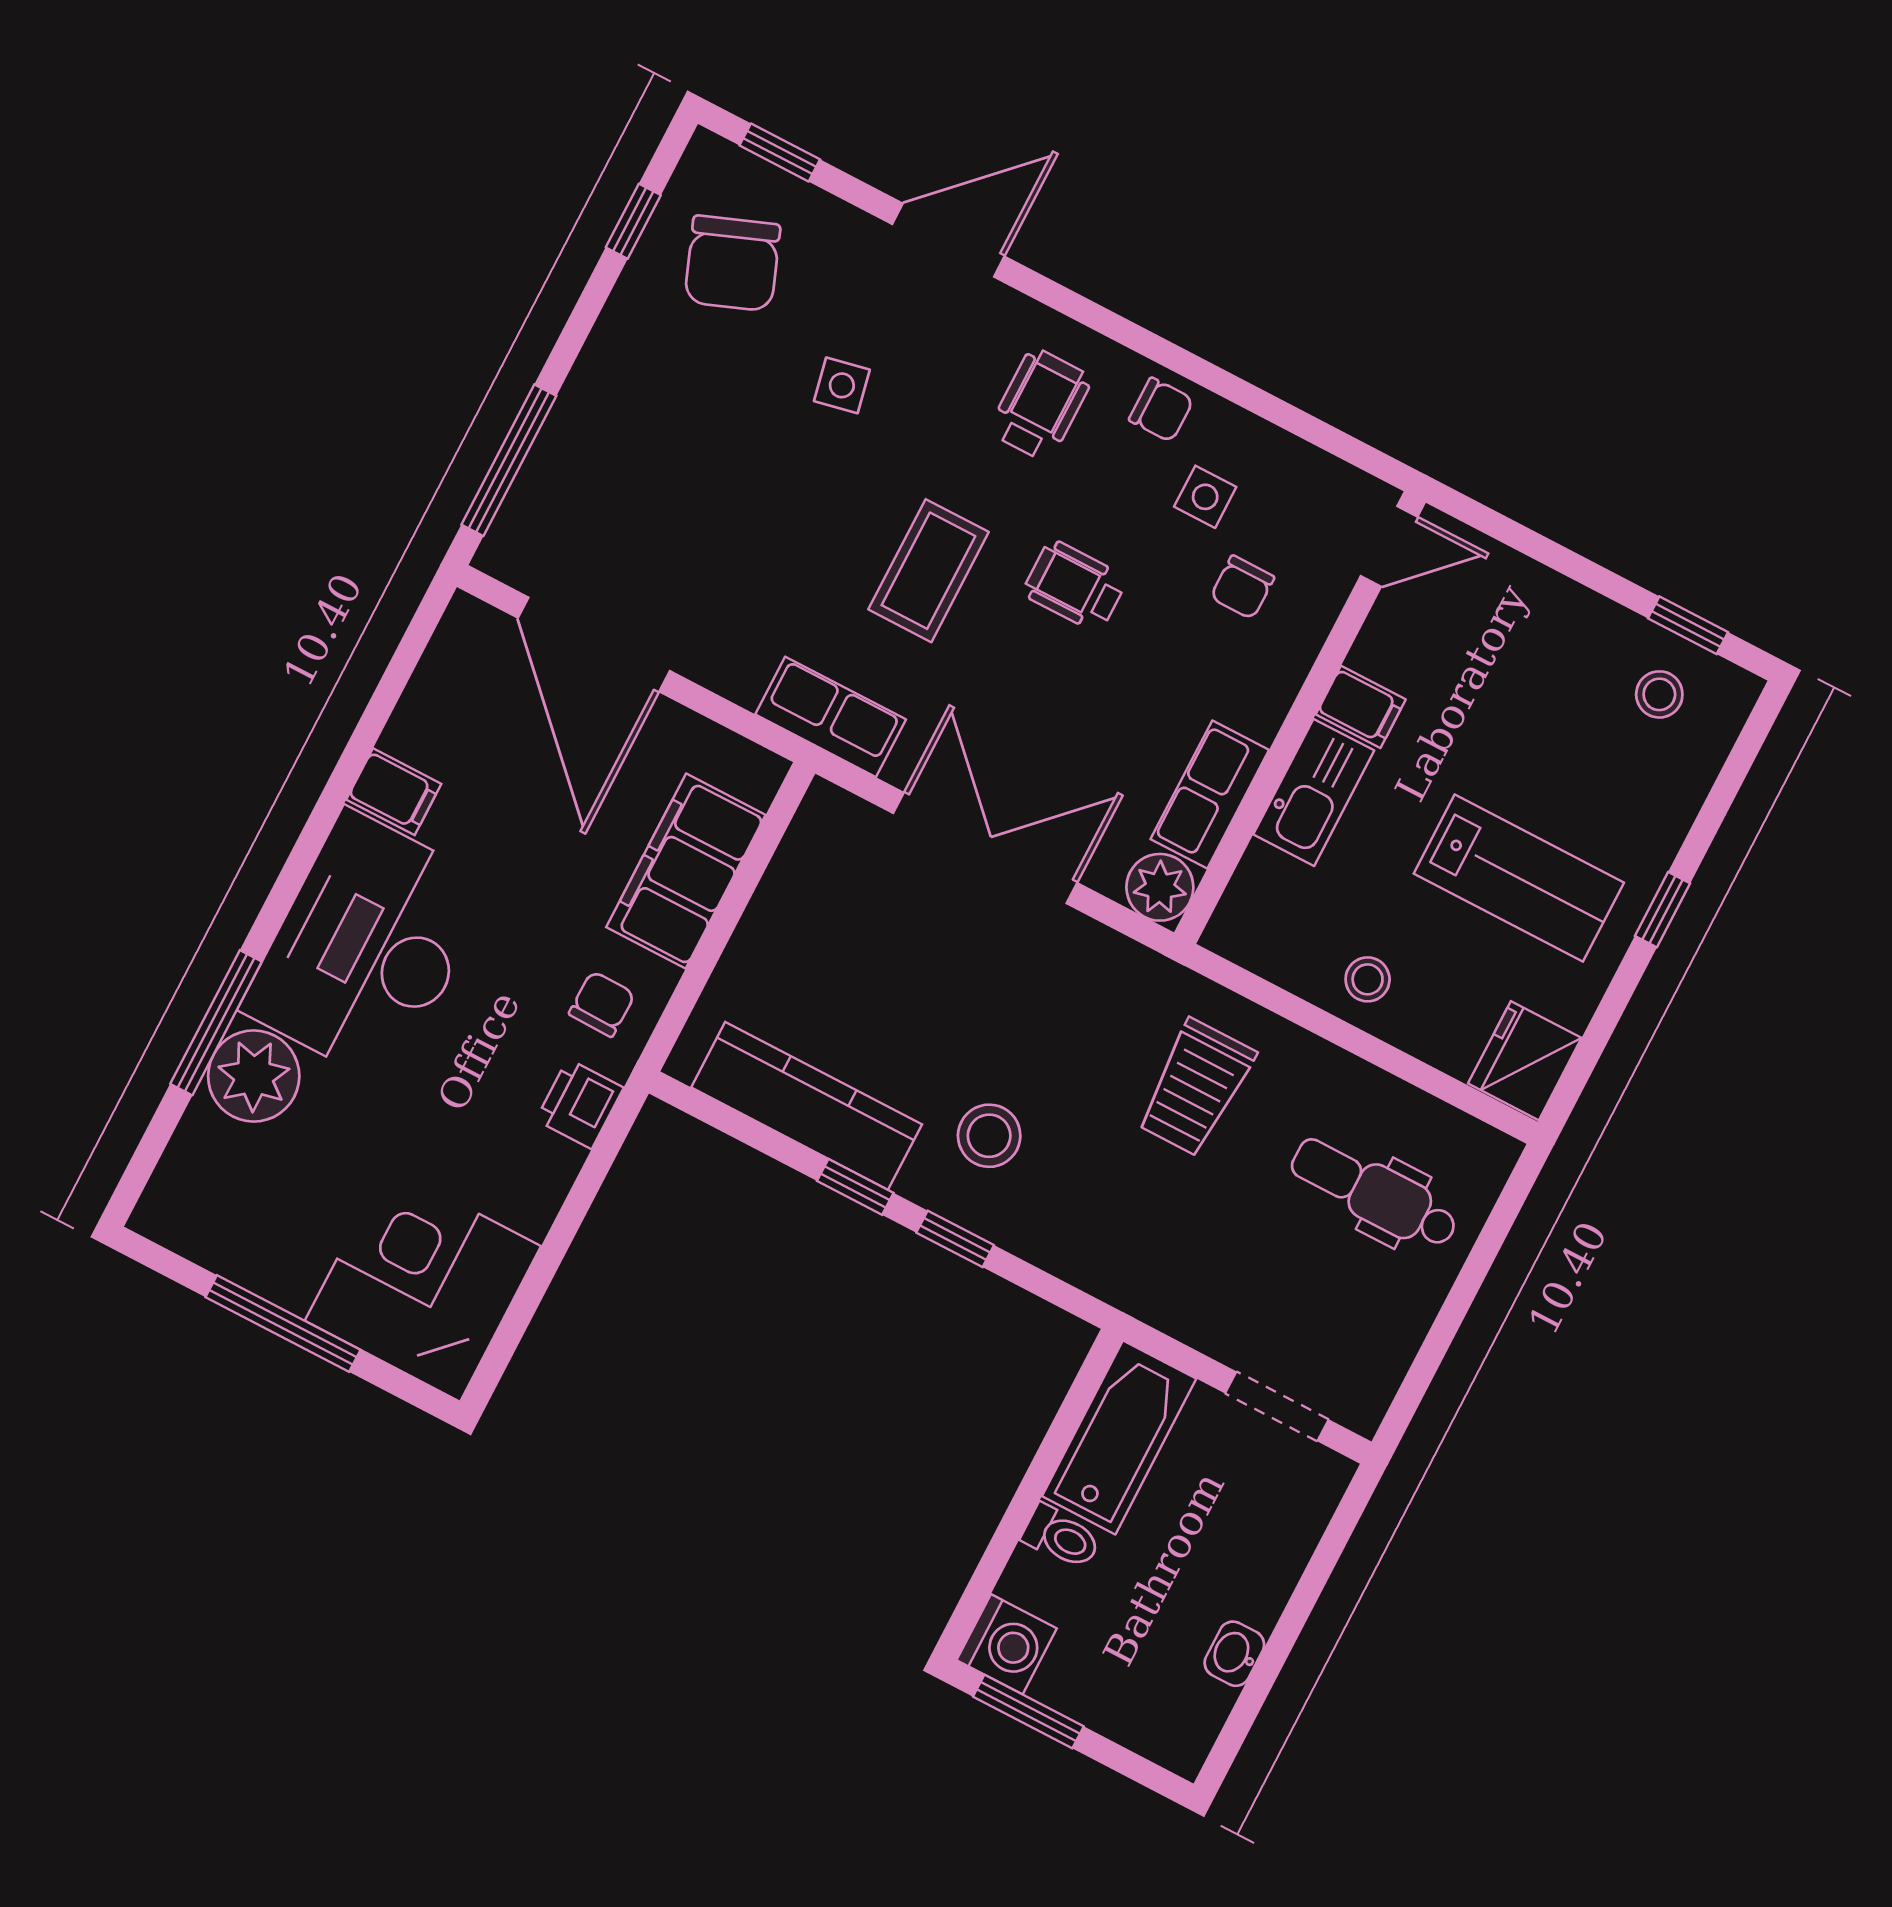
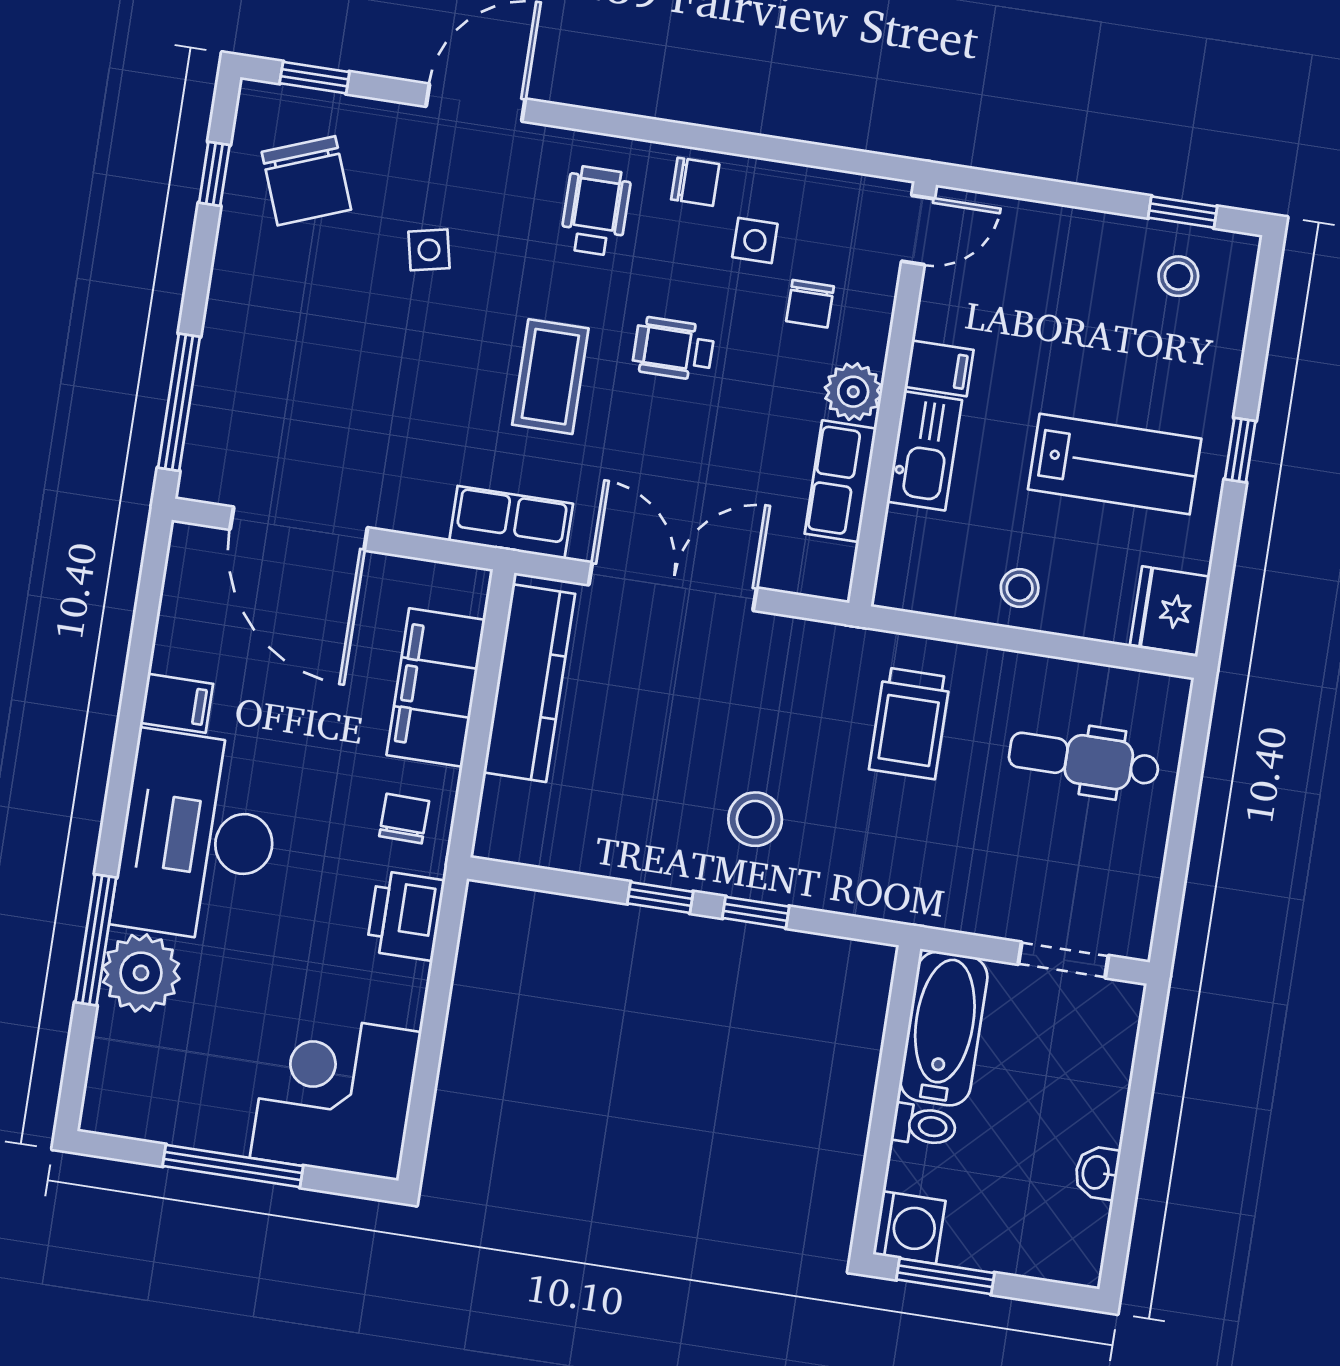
plant: (1160, 887) -> (853, 392), moved
printer: (580, 1104) -> (405, 916), width x1.36, depth x1.24
kitchen counter: (807, 1106) -> (529, 683), moved, turned 90

